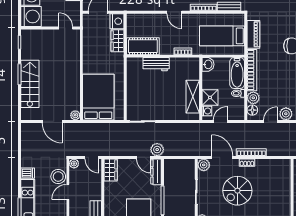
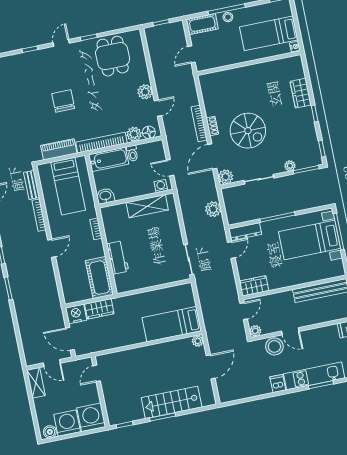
bed: (98, 97) -> (172, 324), width x0.67
shower: (210, 97) -> (144, 186), removed
door: (270, 121) -> (158, 108), swing flipped
plant: (157, 150) -> (213, 209), moved

